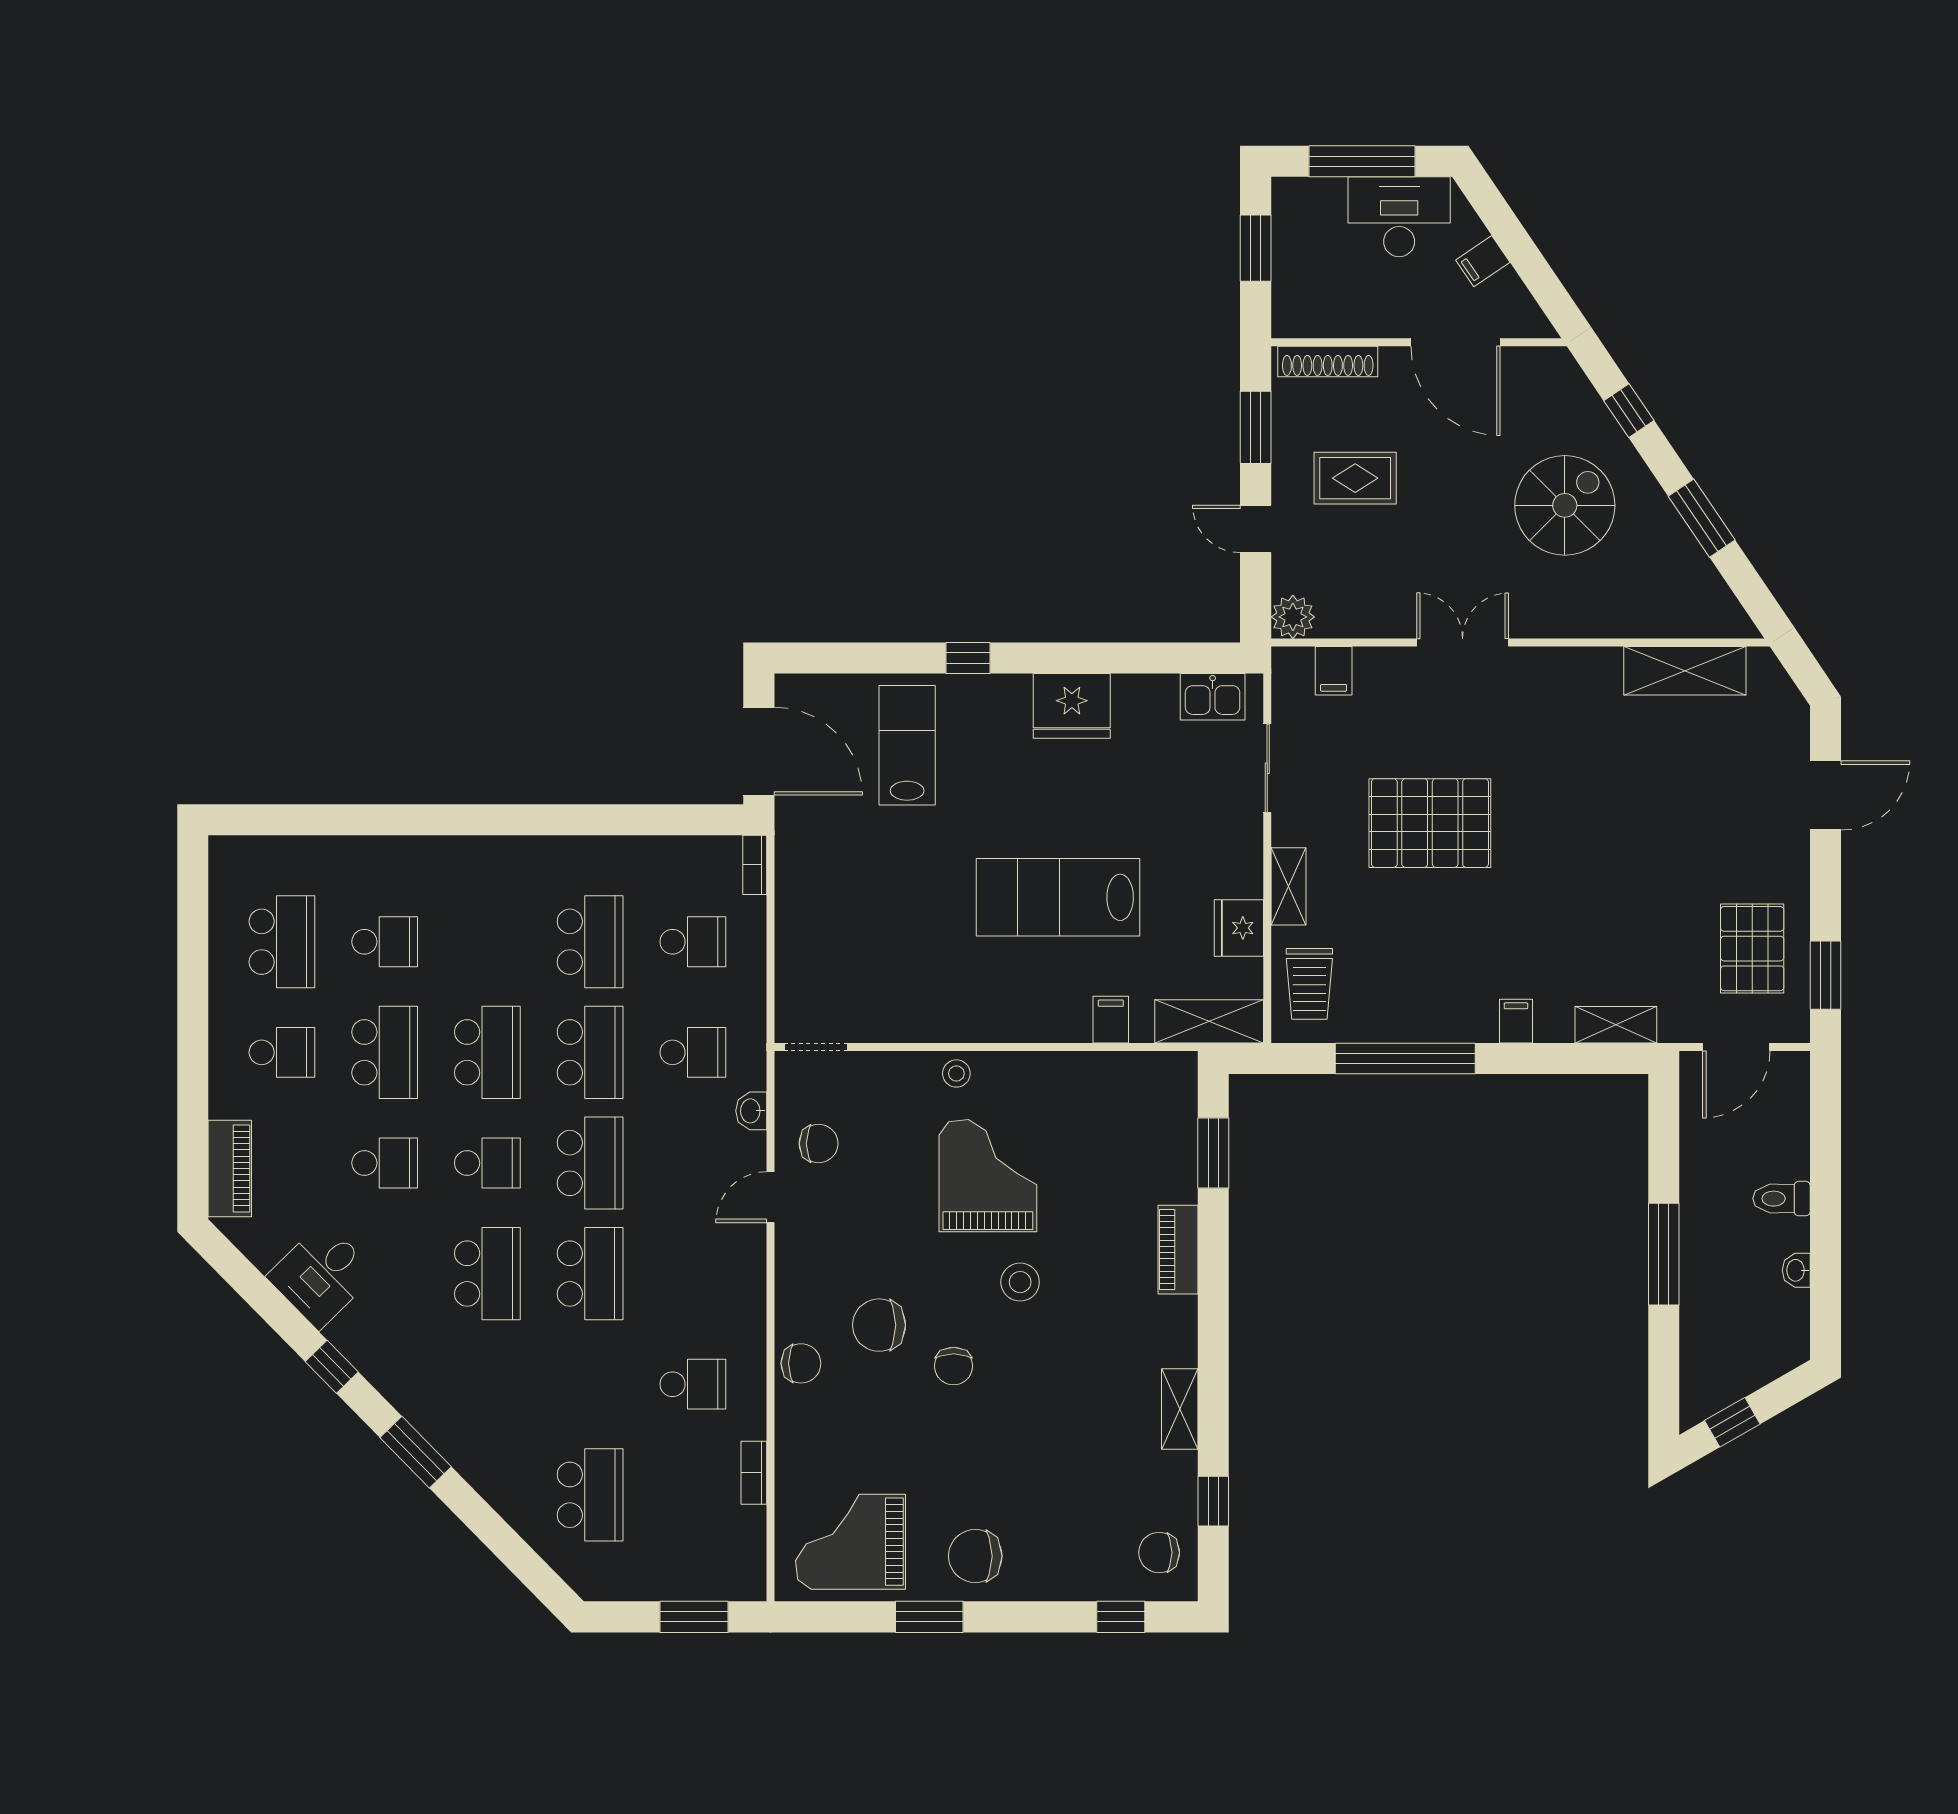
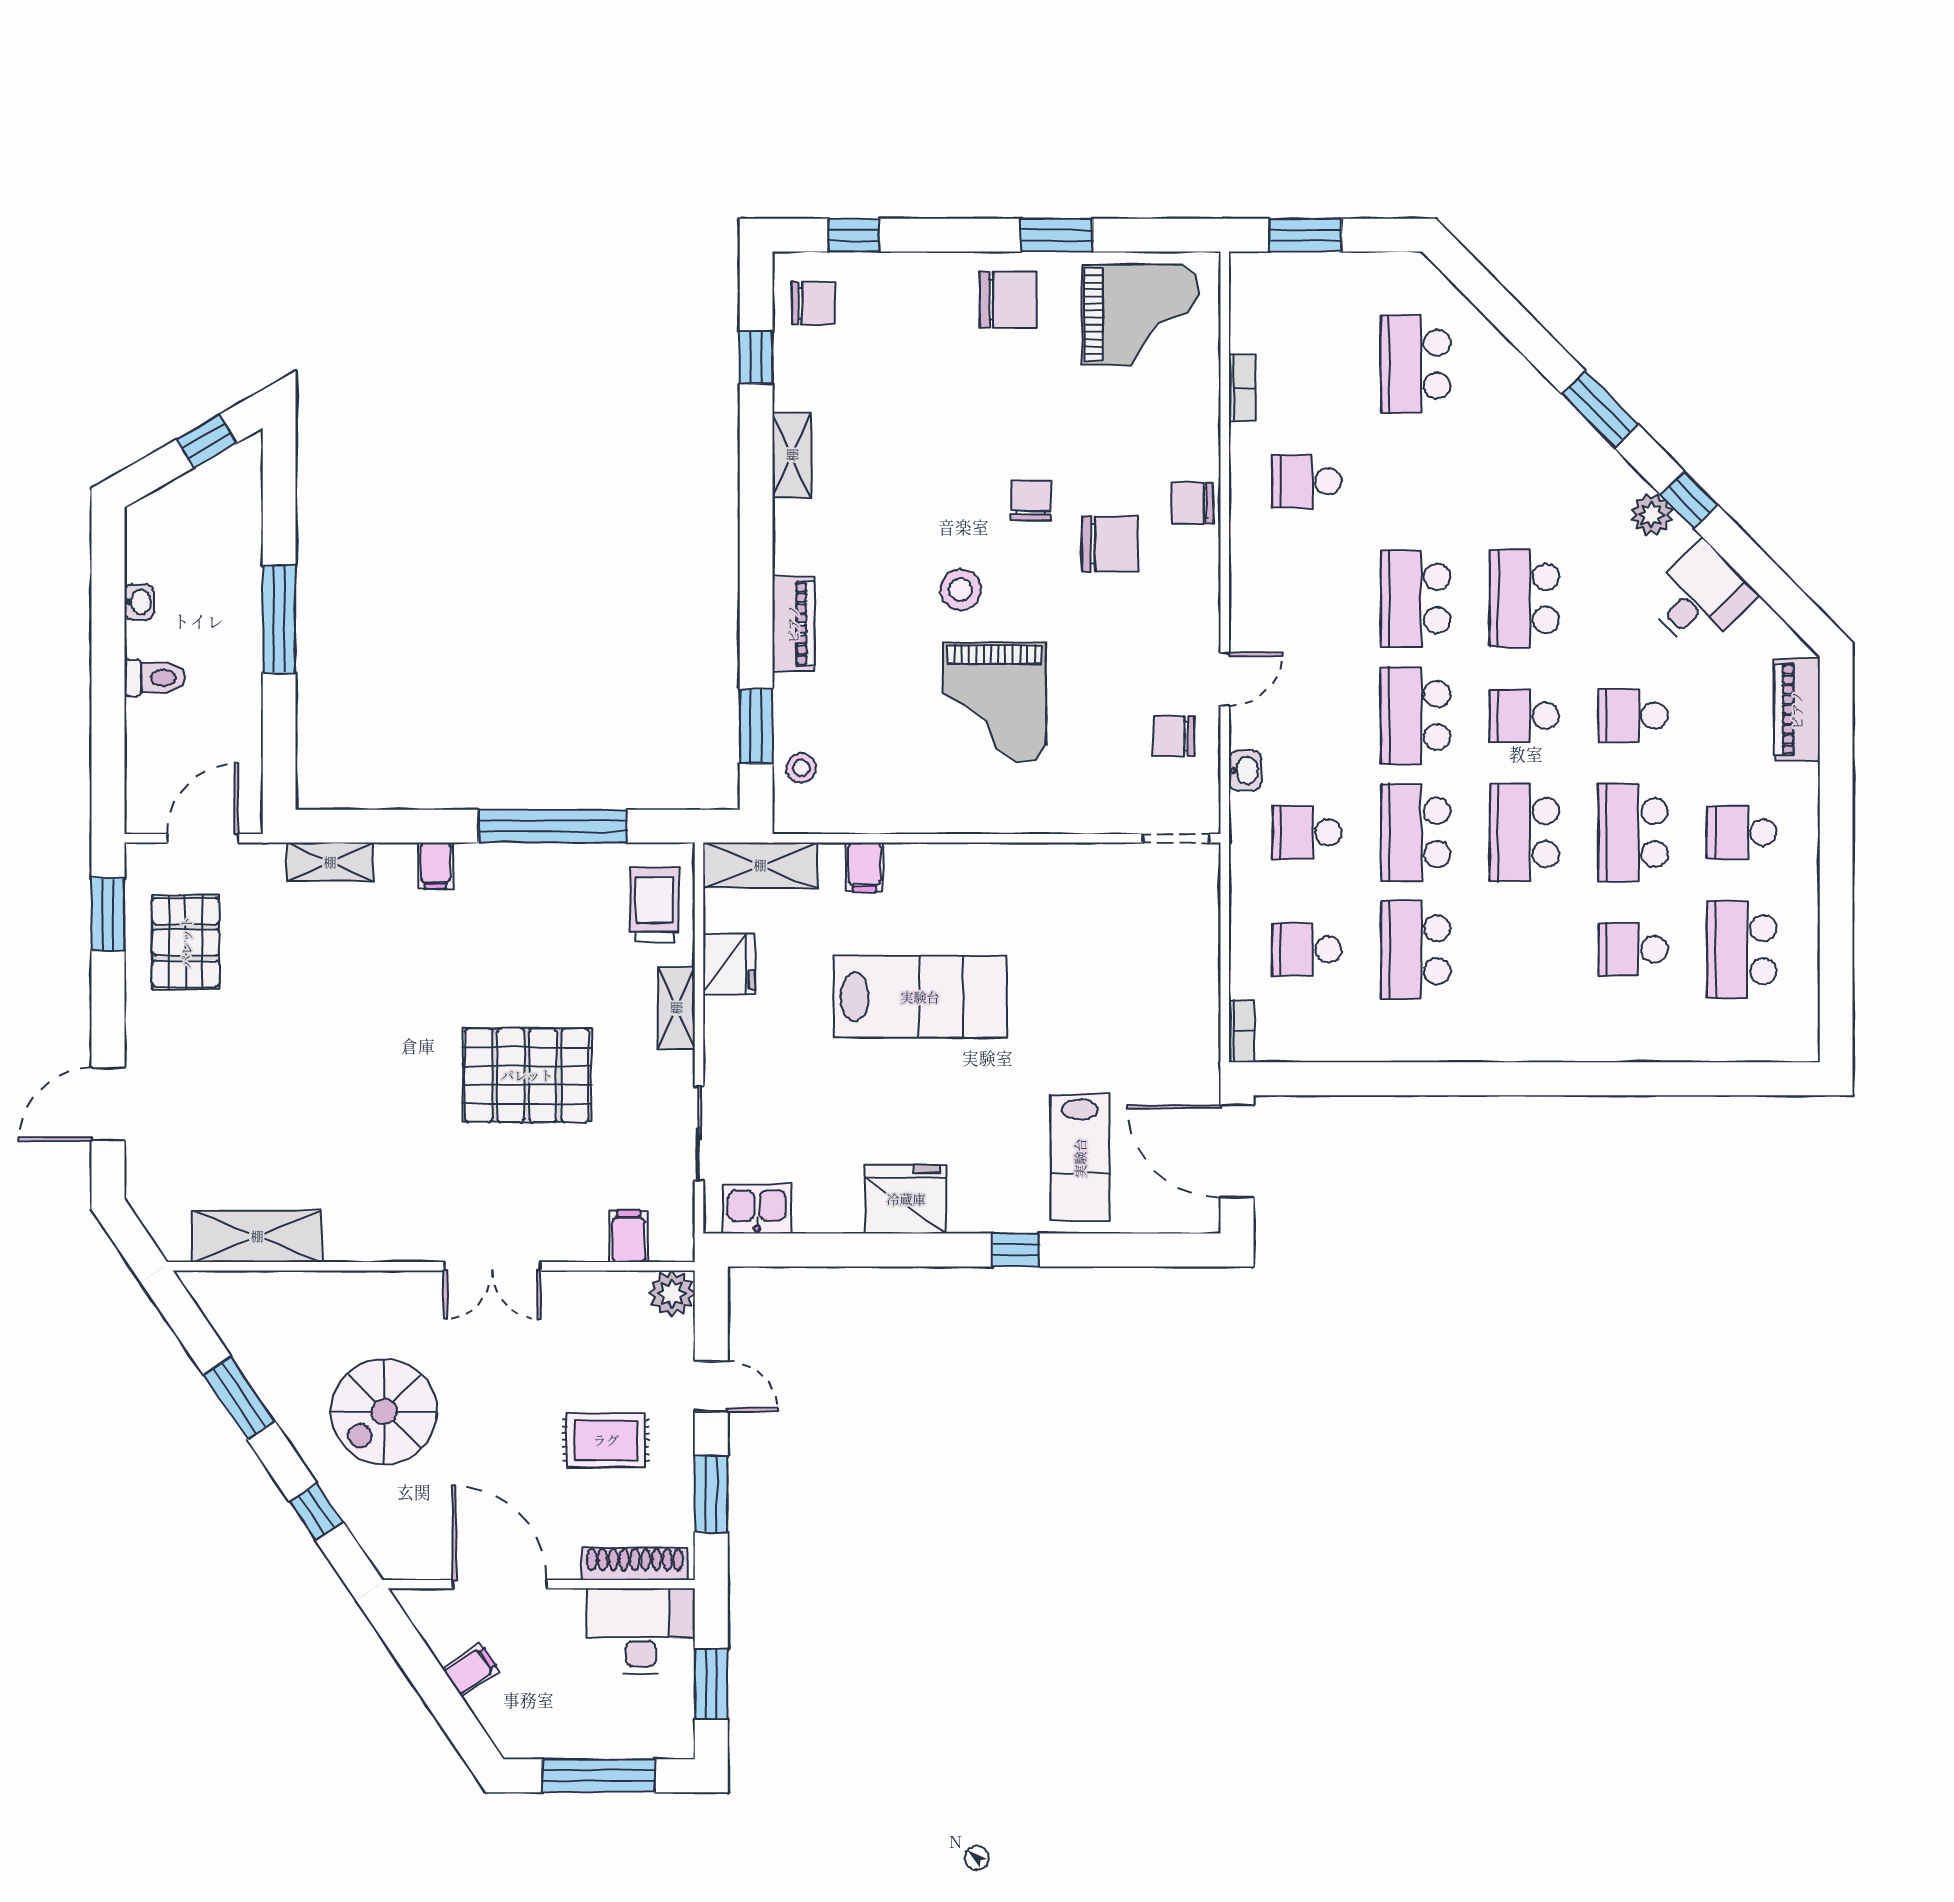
desk: (1399, 217) -> (641, 1631), moved, turned 180
stool: (956, 1073) -> (801, 768), moved
plant: (367, 1353) -> (1652, 515), added

